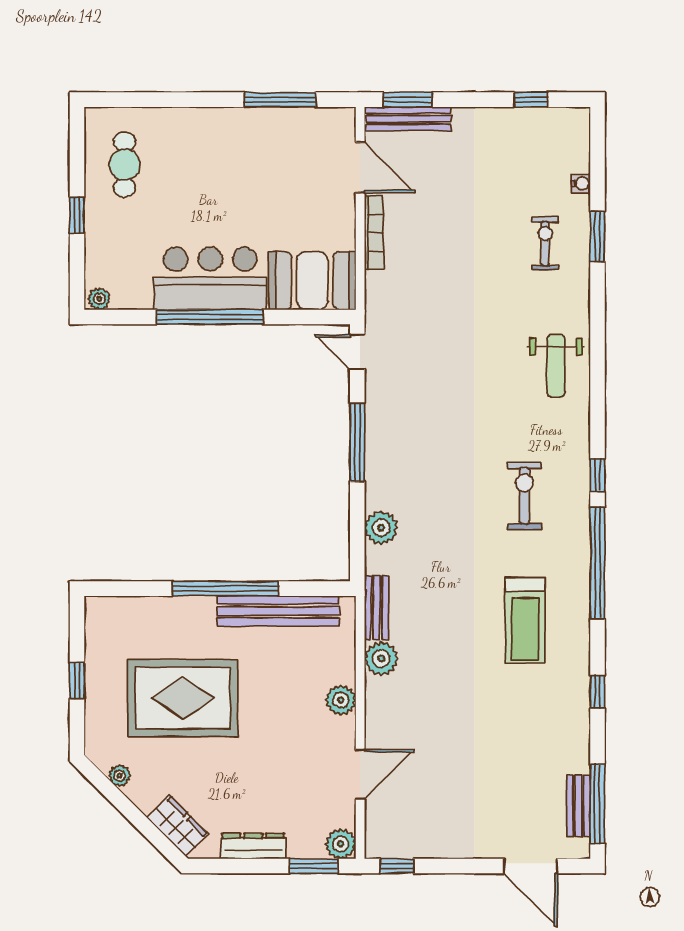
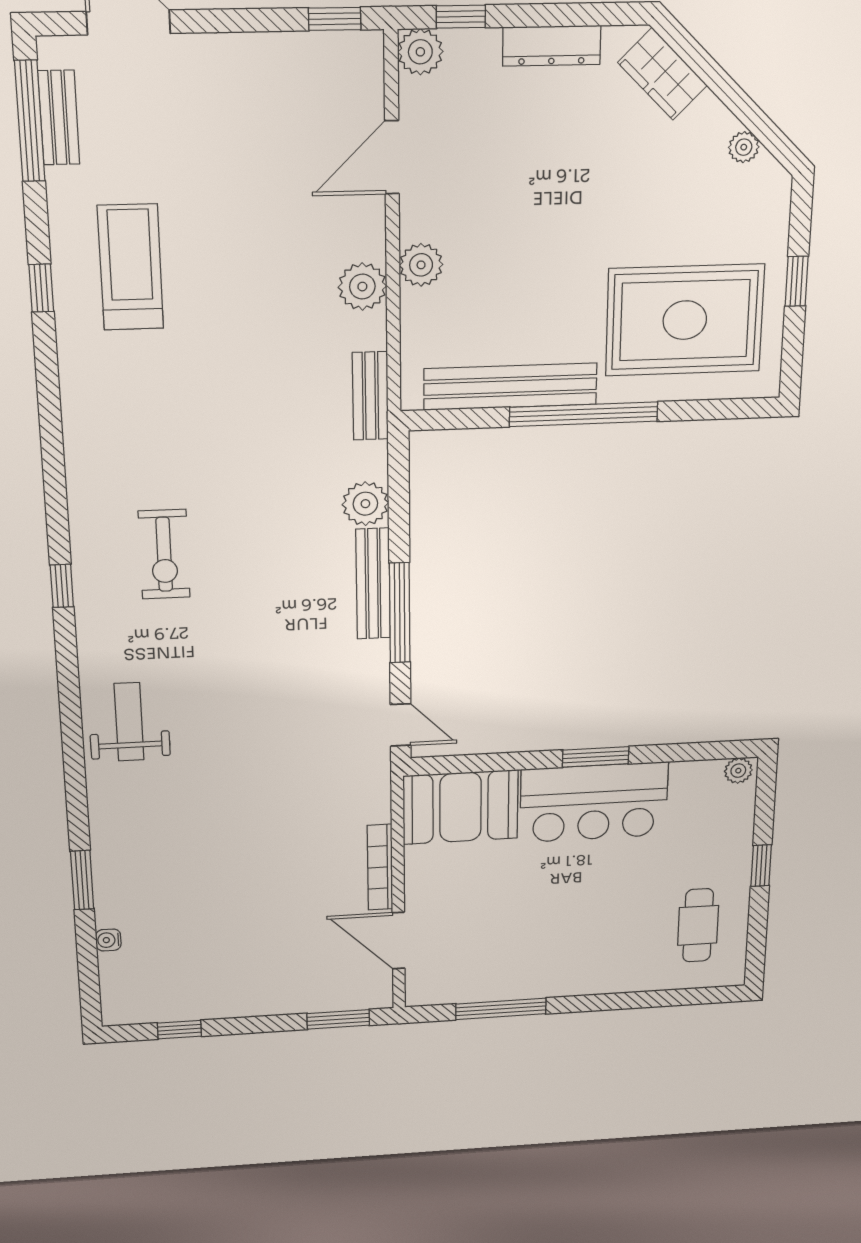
bench: (408, 119) -> (373, 584), moved, turned 90
exercise bike: (545, 244) -> (152, 868), removed
window: (210, 317) -> (596, 757), width x0.47
window: (597, 563) -> (54, 469), removed
treadmill: (525, 620) -> (131, 267), moved
plant: (381, 659) -> (362, 287), moved
rug: (183, 698) -> (685, 320), moved
window: (314, 866) -> (461, 17), width x0.67

